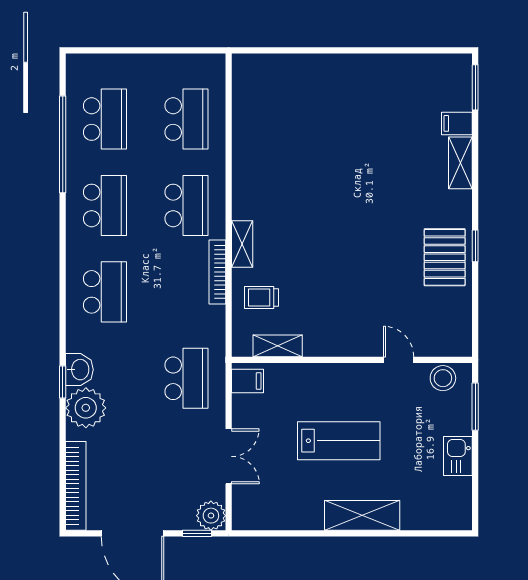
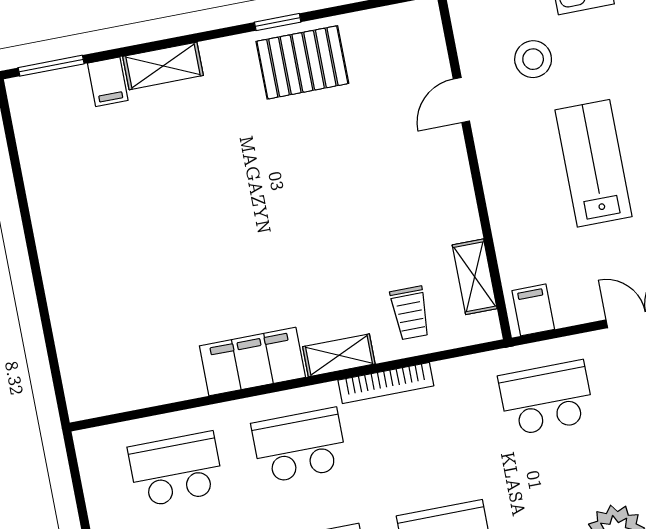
filing cabinet: (249, 185) -> (252, 362), added
stool: (443, 378) -> (533, 59), moved

